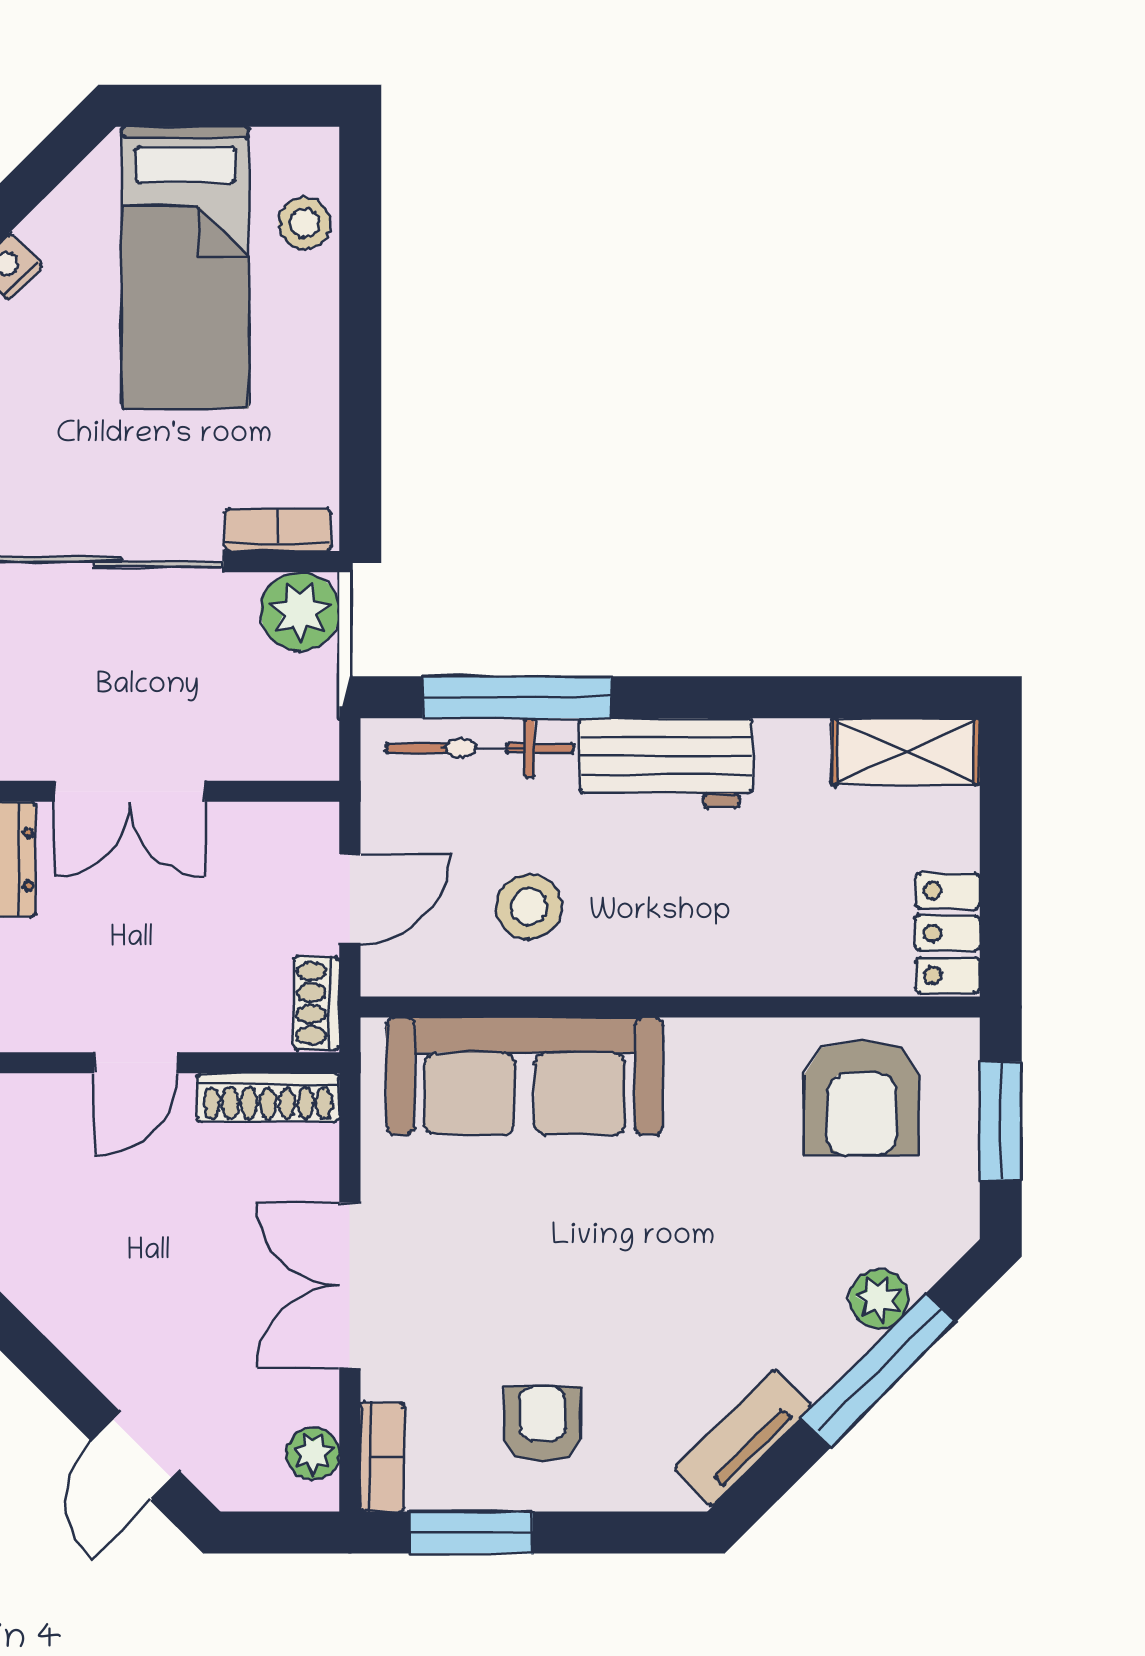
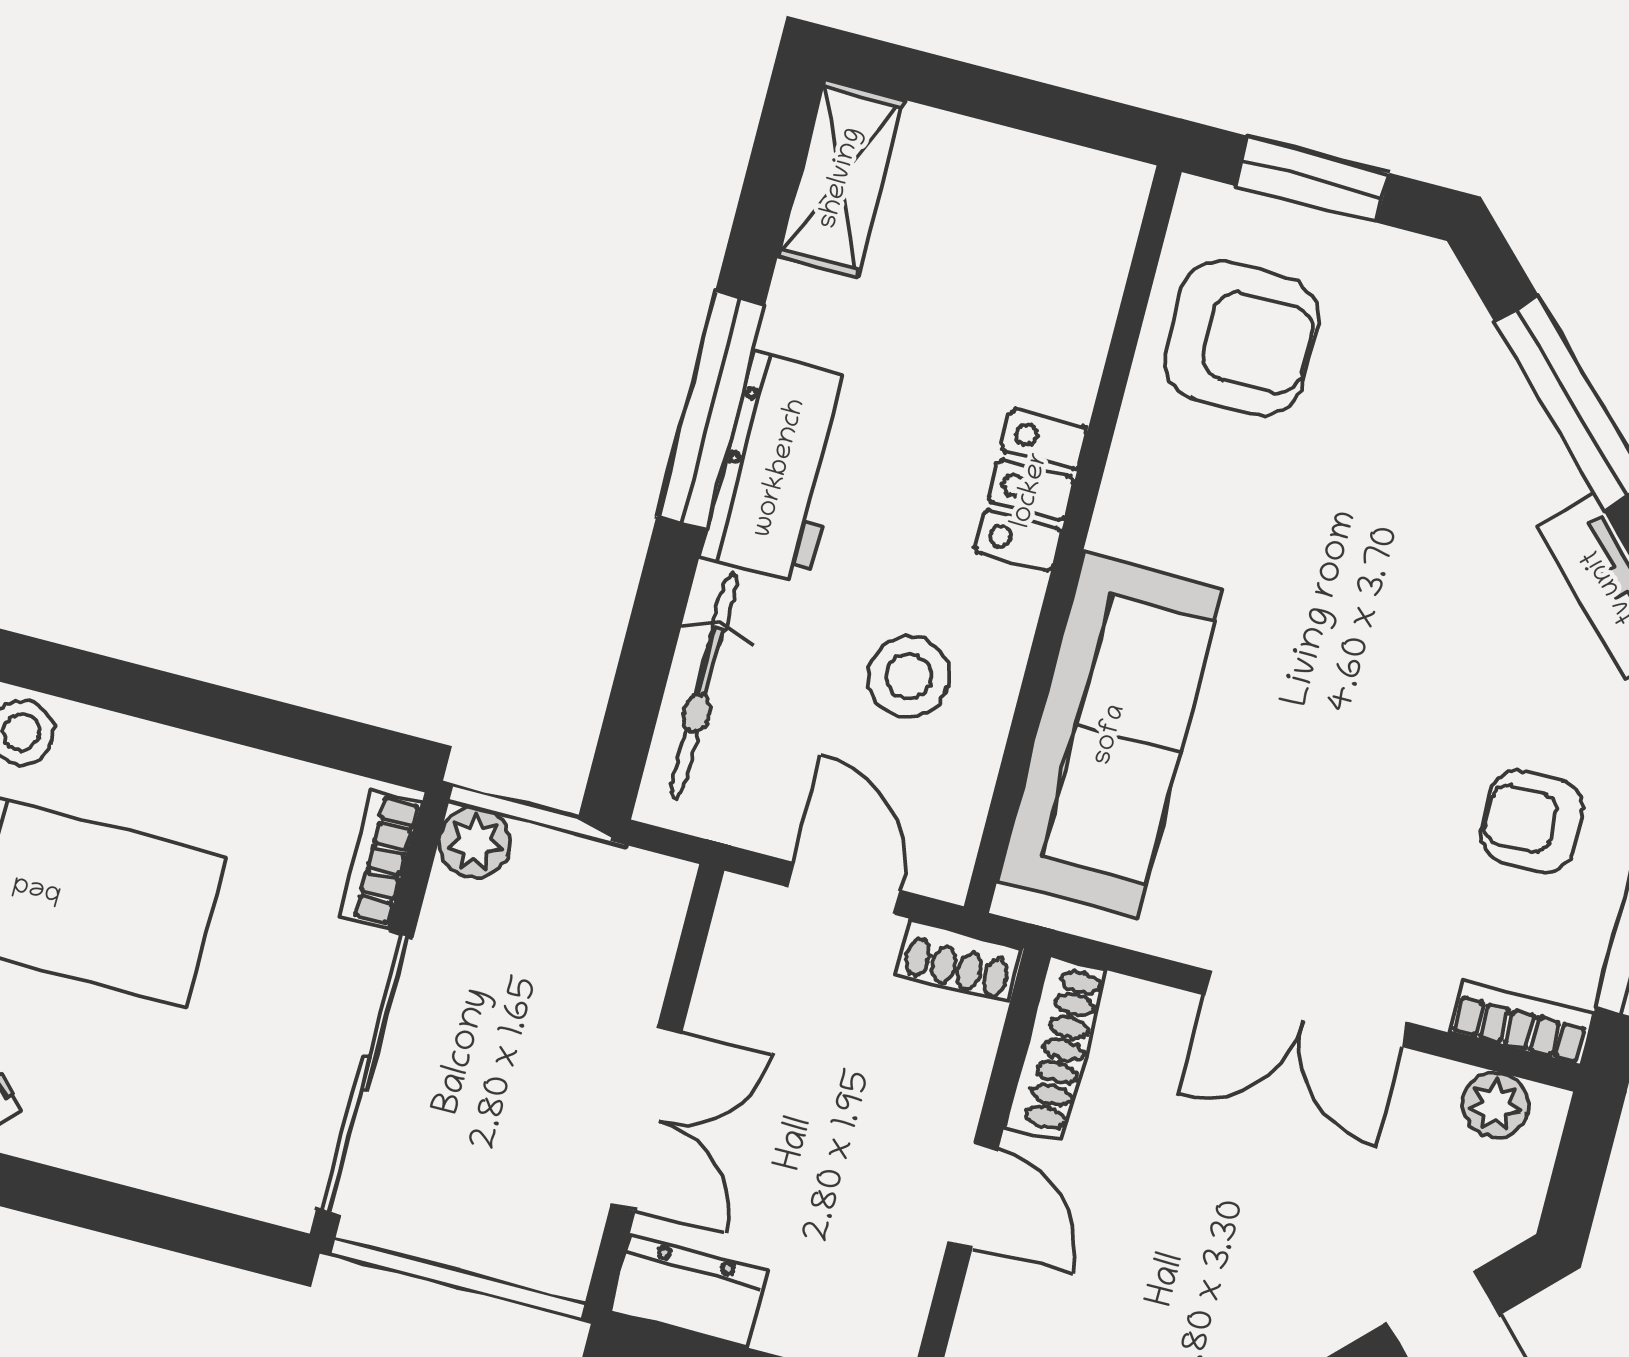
plant: (300, 611) -> (475, 842), width x0.73, depth x0.73
window: (517, 697) -> (711, 411), moved
locker: (948, 933) -> (1031, 490), moved, turned 90
plant: (879, 1299) -> (1487, 380), removed

